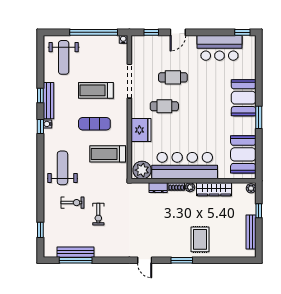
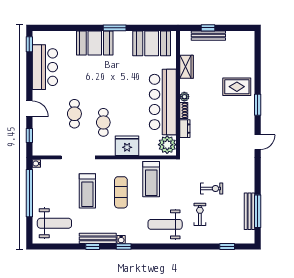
plant: (251, 188) -> (186, 36), removed
wardrobe: (214, 189) -> (187, 67), width x0.67
bench: (251, 232) -> (208, 36), moved

